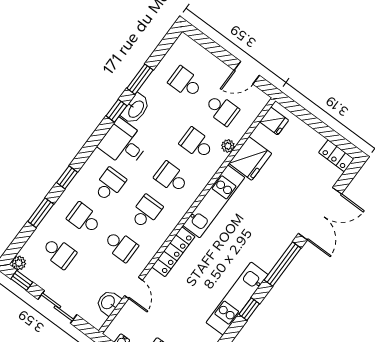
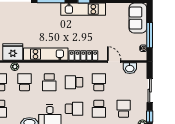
school desk: (197, 144) -> (25, 82), turned 180
school desk: (110, 185) -> (74, 109), turned 180
door: (134, 288) -> (114, 62), hinge flipped

